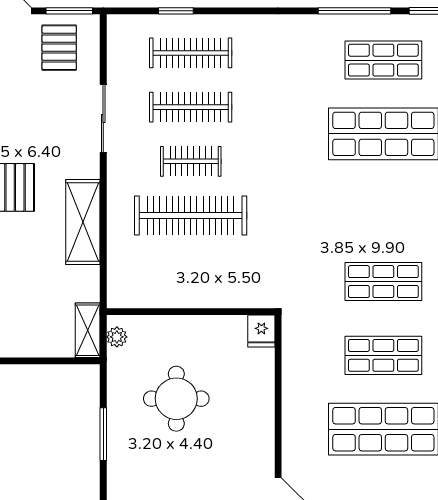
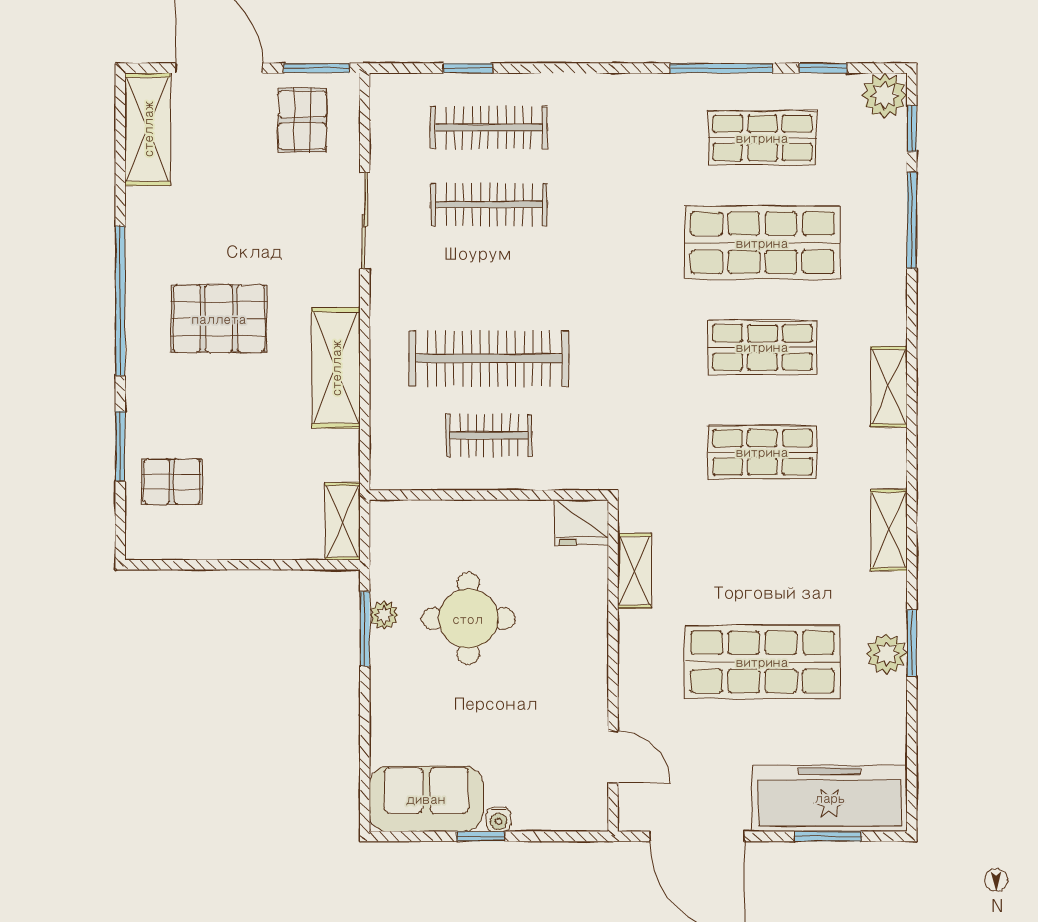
clothes rail: (191, 161) -> (489, 435), moved
fridge: (261, 331) -> (582, 523), width x1.38
plant: (117, 337) -> (384, 615), moved
shop shelf: (383, 355) -> (762, 347), moved
shelving: (293, 365) -> (635, 571), added
window: (103, 434) -> (365, 629), moved

